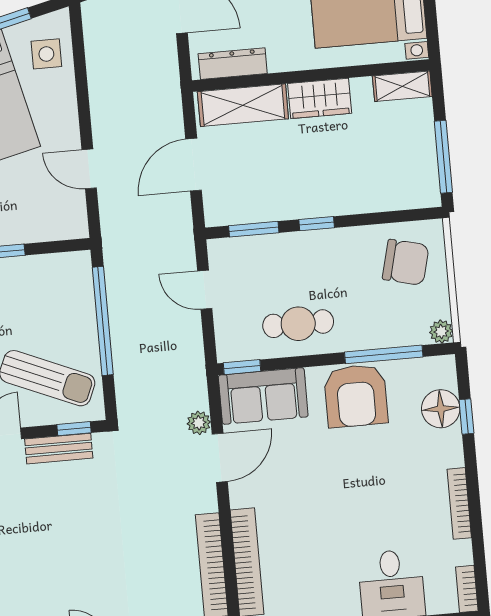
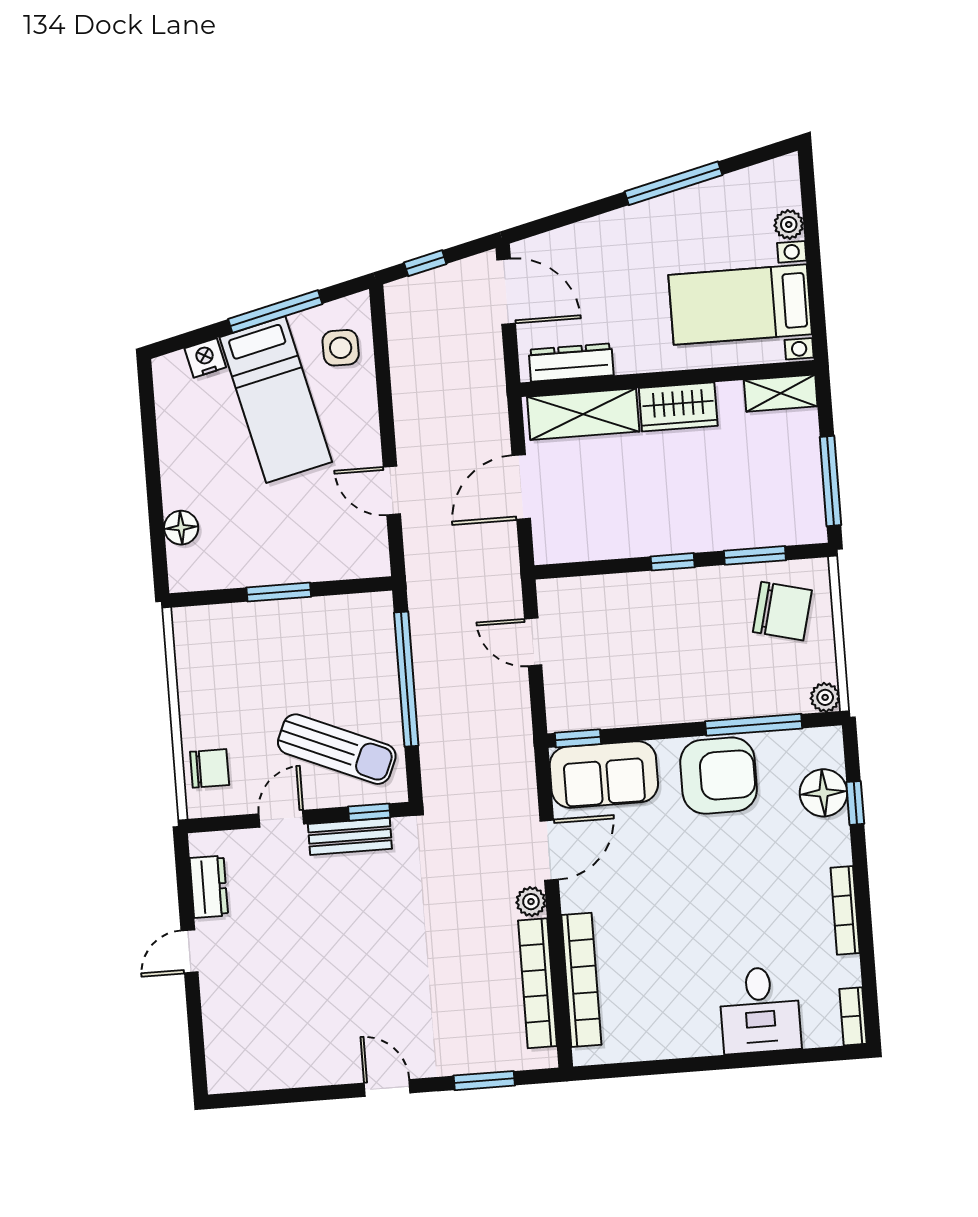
window: (254, 229) -> (755, 555), moved
cafe table: (298, 324) -> (648, 685), removed
armchair: (356, 396) -> (719, 776), turned -90
plant: (199, 423) -> (531, 902), moved

